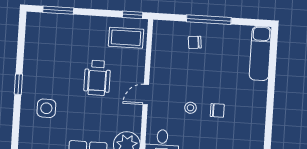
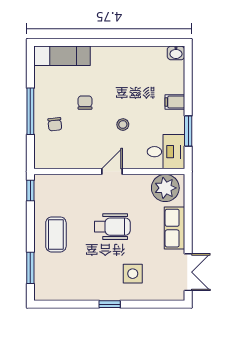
coffee table: (126, 38) -> (56, 234), moved
wheelchair: (97, 78) -> (112, 227), moved
door: (146, 94) -> (112, 172), swing flipped
chair: (217, 110) -> (85, 103), moved

